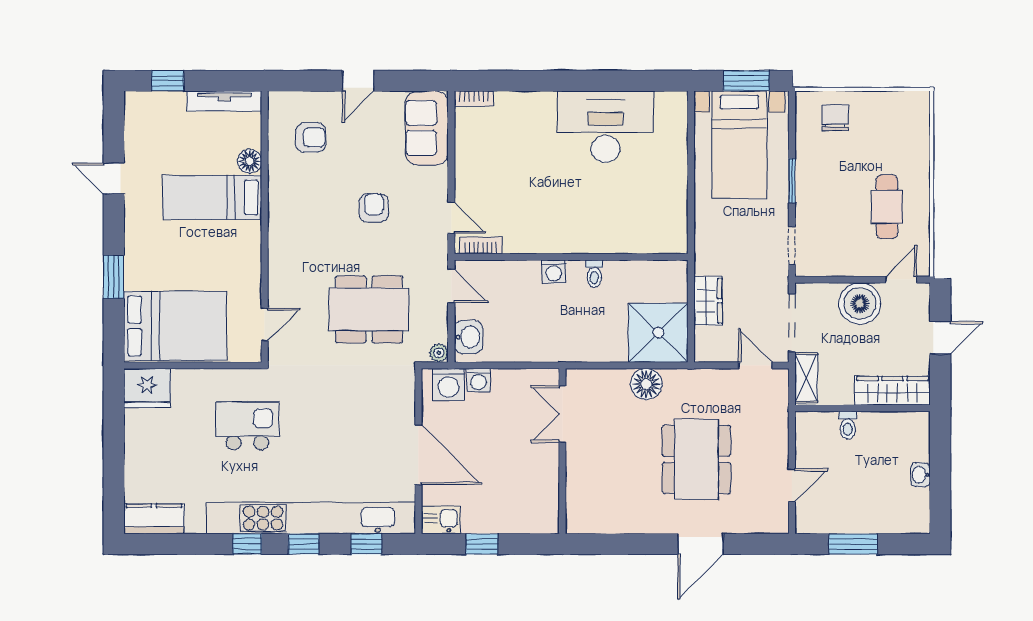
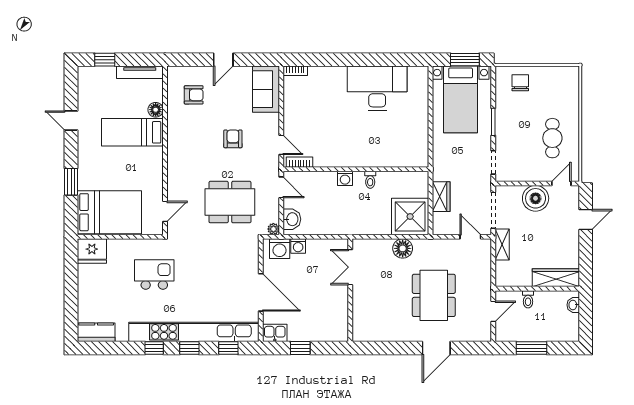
wardrobe: (892, 391) -> (556, 278), moved
wall: (863, 408) -> (537, 289), moved
toilet: (848, 425) -> (528, 299), moved

